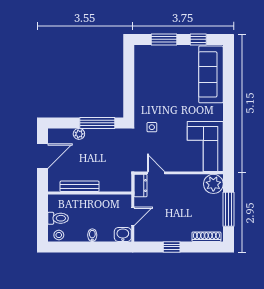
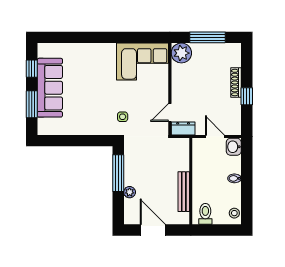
sofa: (211, 74) -> (50, 88), moved, turned -90
toilet: (58, 218) -> (205, 214), moved
shoe rack: (206, 237) -> (236, 83), moved

